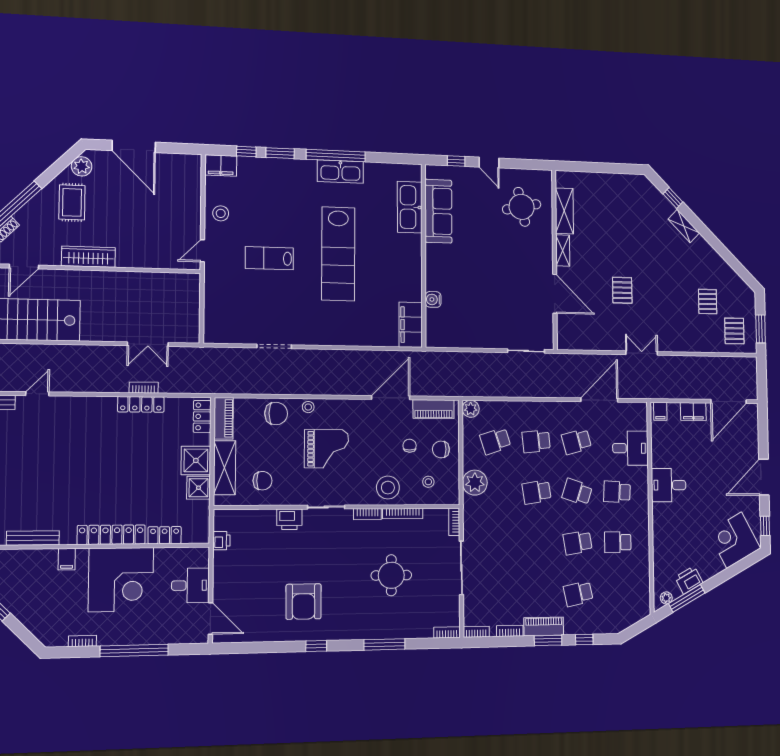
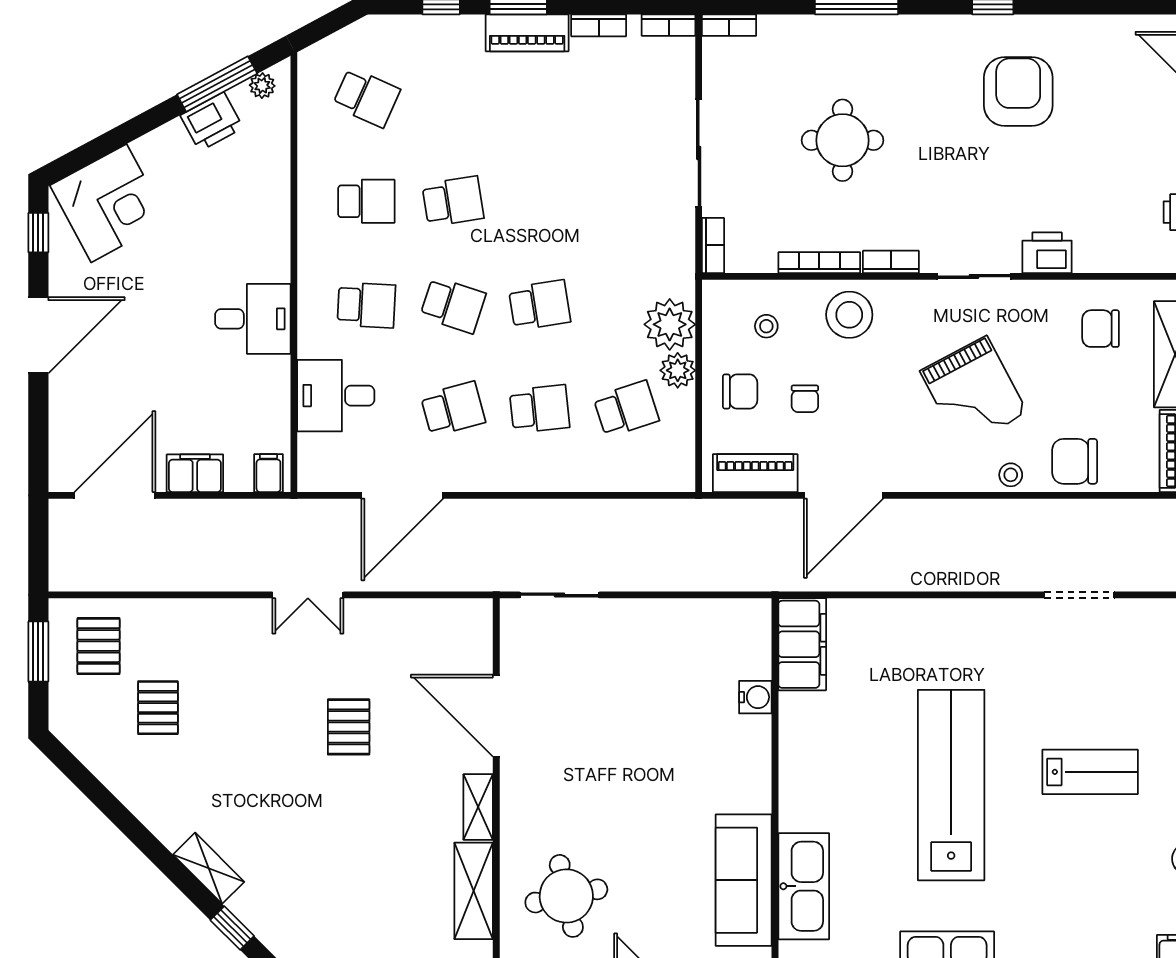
plant: (471, 409) -> (678, 370), moved
grand piano: (326, 449) -> (974, 392), turned -118
school desk: (578, 594) -> (366, 98), moved, turned 36

